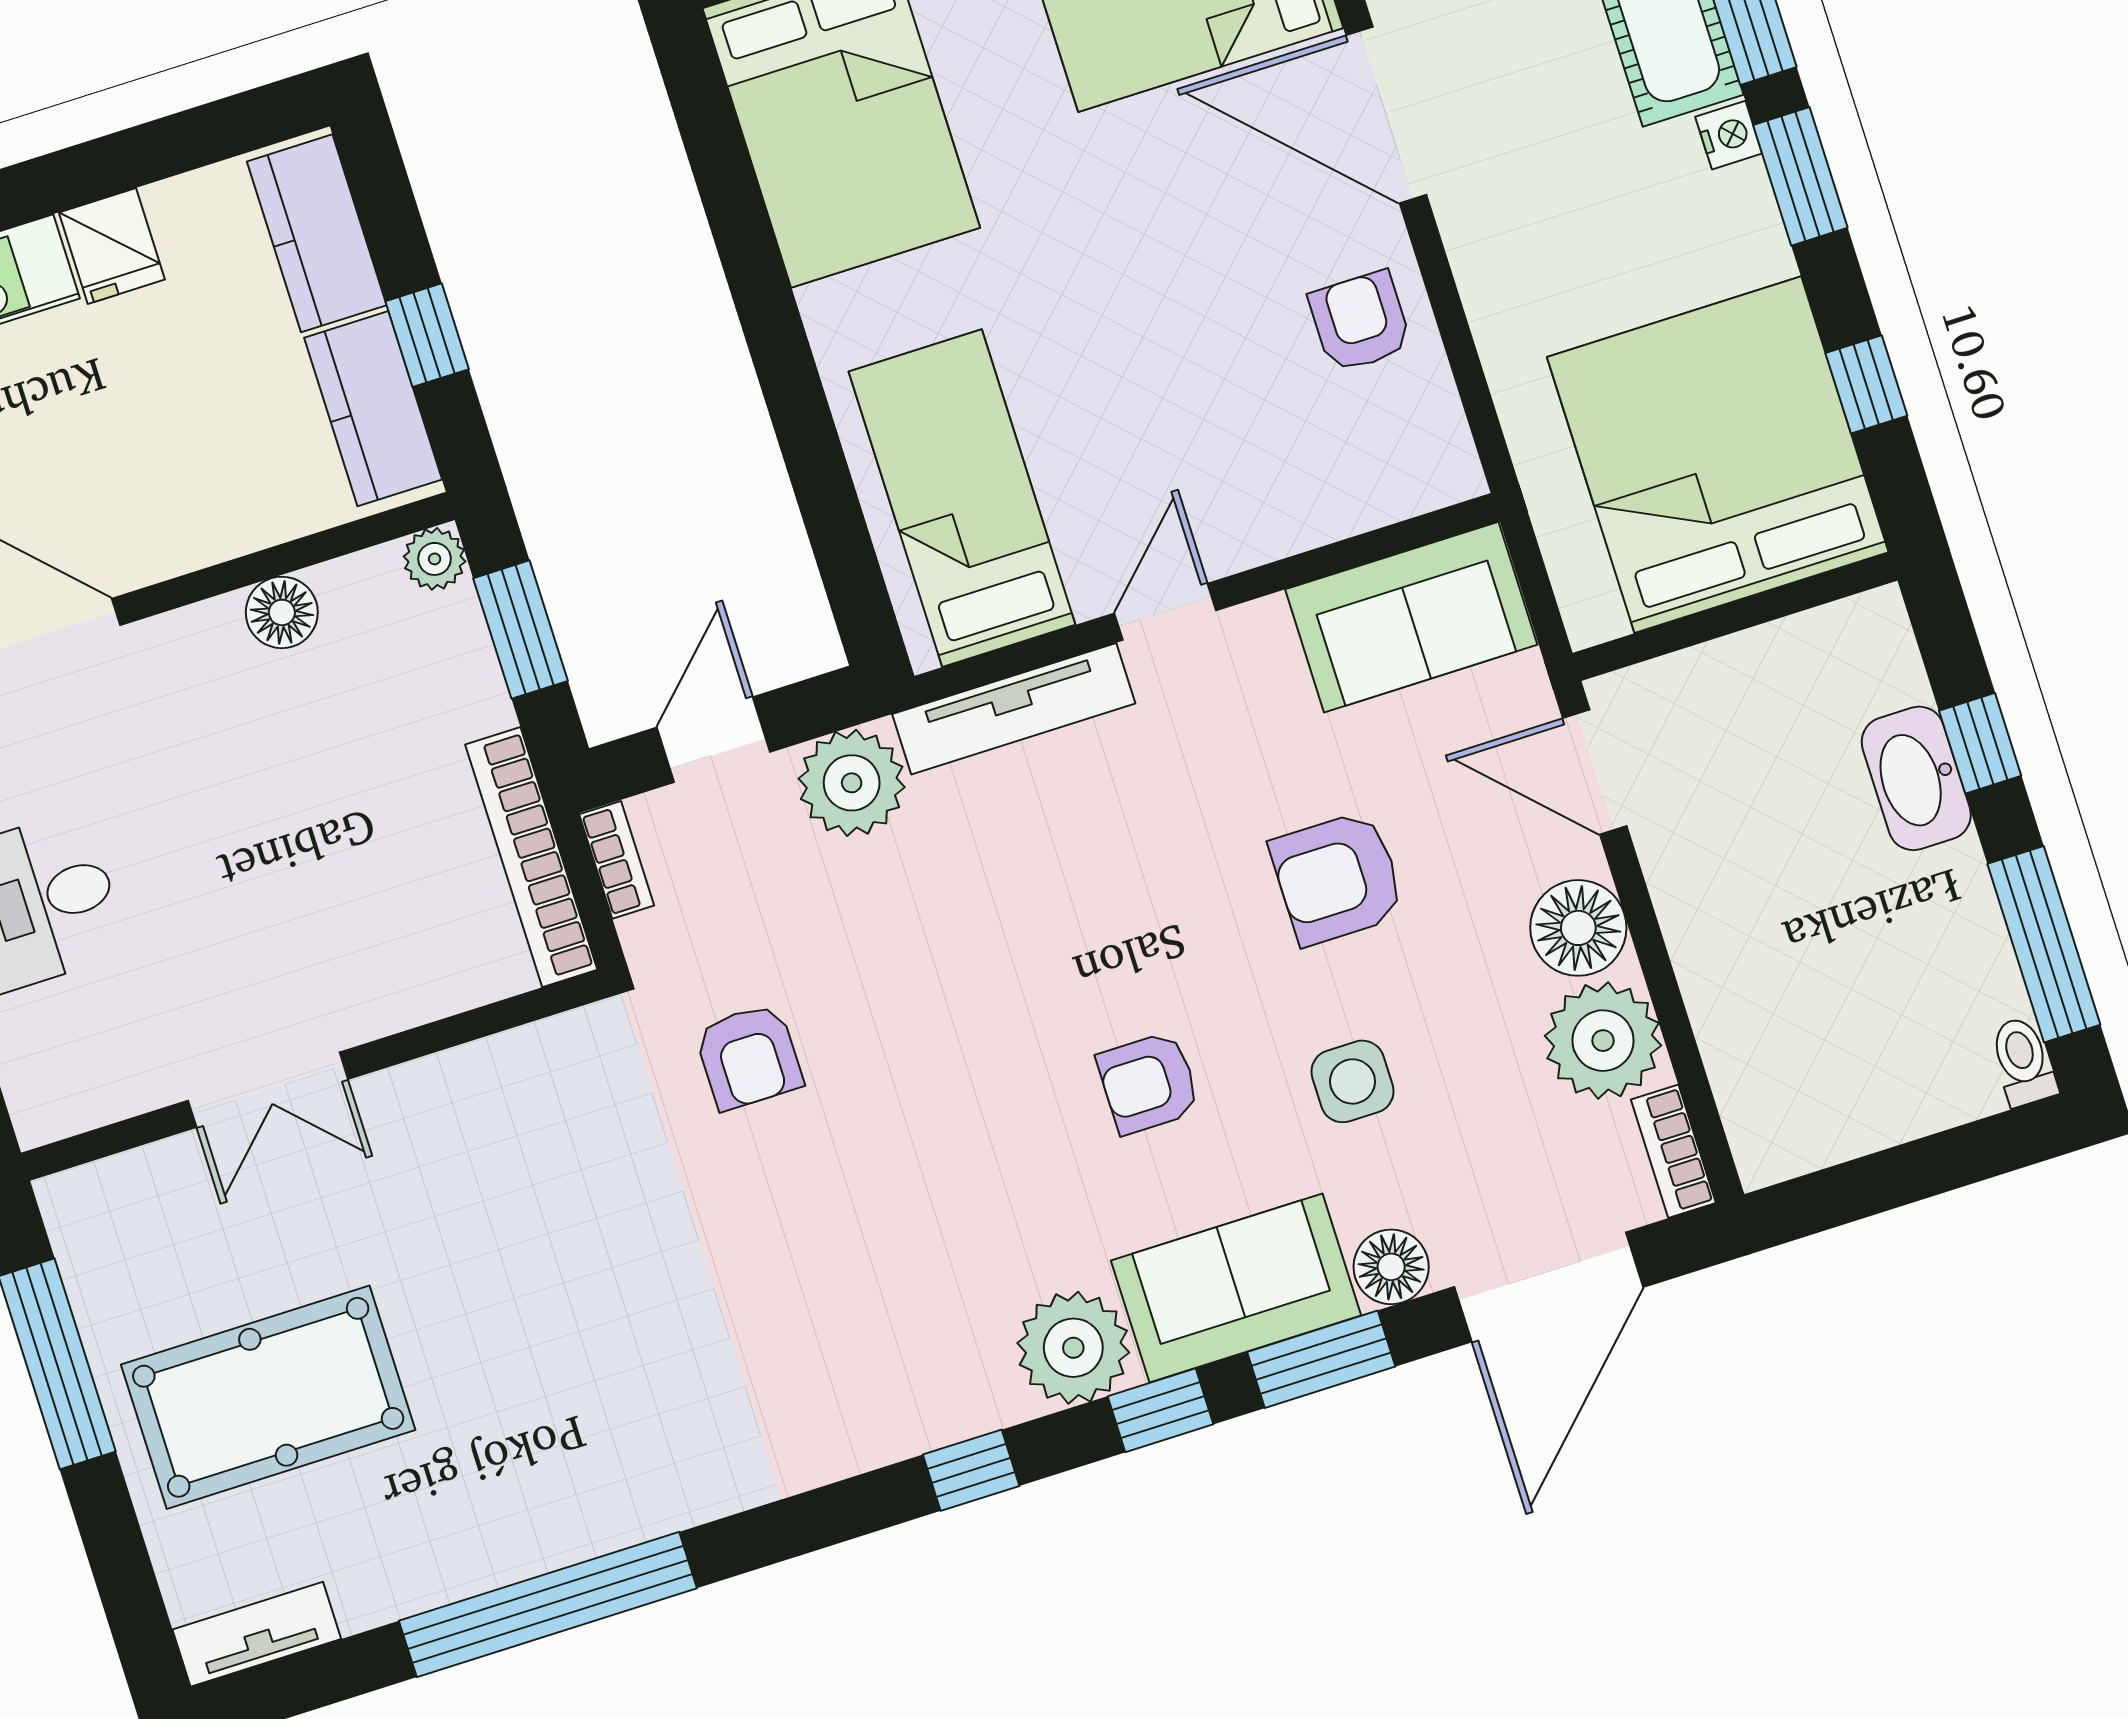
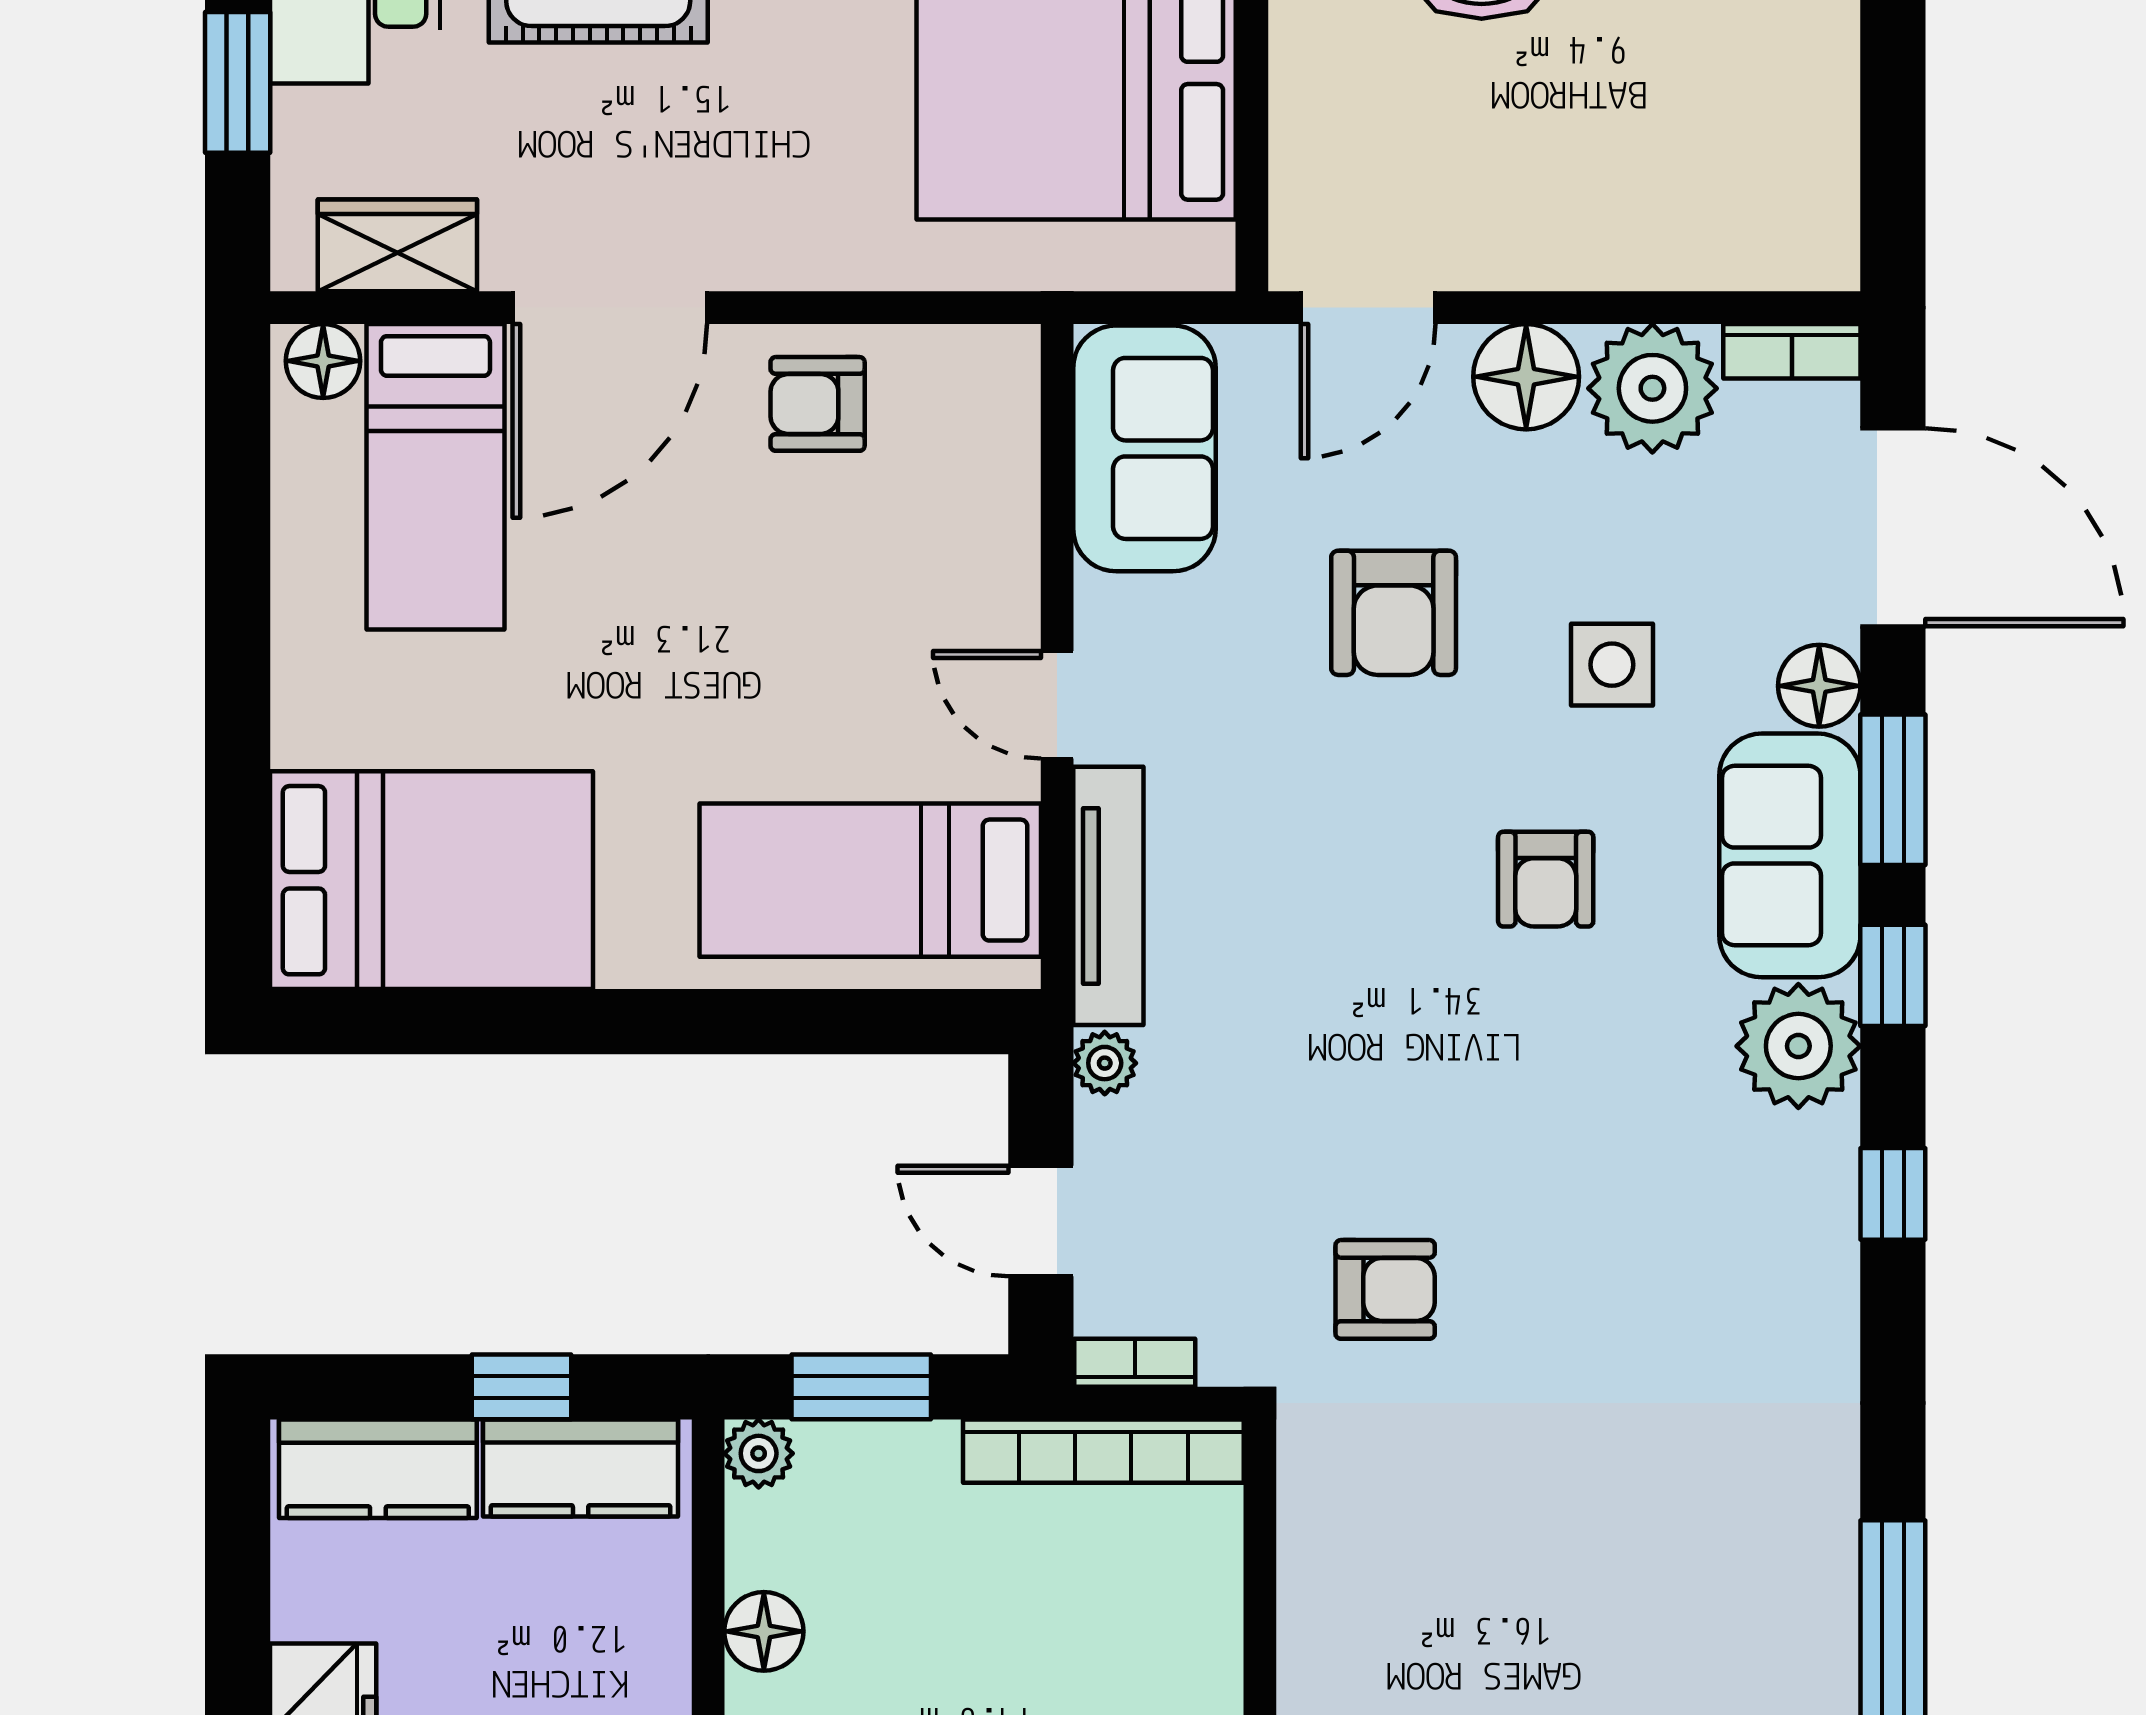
plant: (852, 783) -> (1105, 1063), width x0.53, depth x0.53

